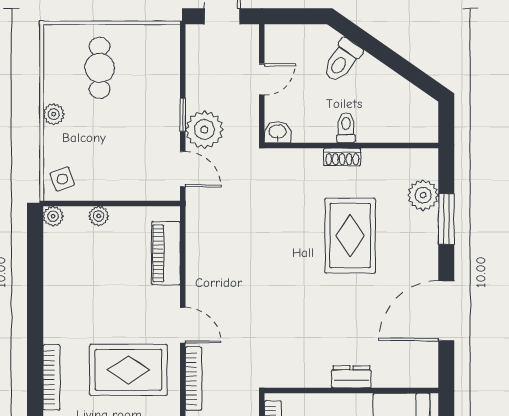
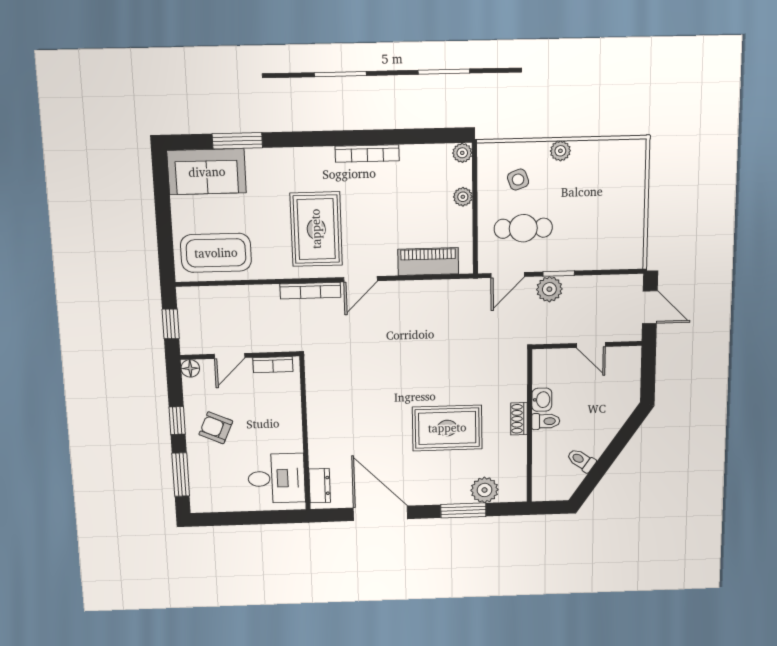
toilet: (342, 60) -> (581, 460), moved, width x0.73, depth x0.72
cafe table: (100, 68) -> (523, 228), moved
plant: (204, 130) -> (549, 289), width x0.73, depth x0.73
washbasin: (278, 132) -> (542, 400), moved
side table: (62, 179) -> (518, 180), moved
bookcase: (51, 377) -> (367, 154), moved
dresser: (351, 377) -> (320, 486), moved

